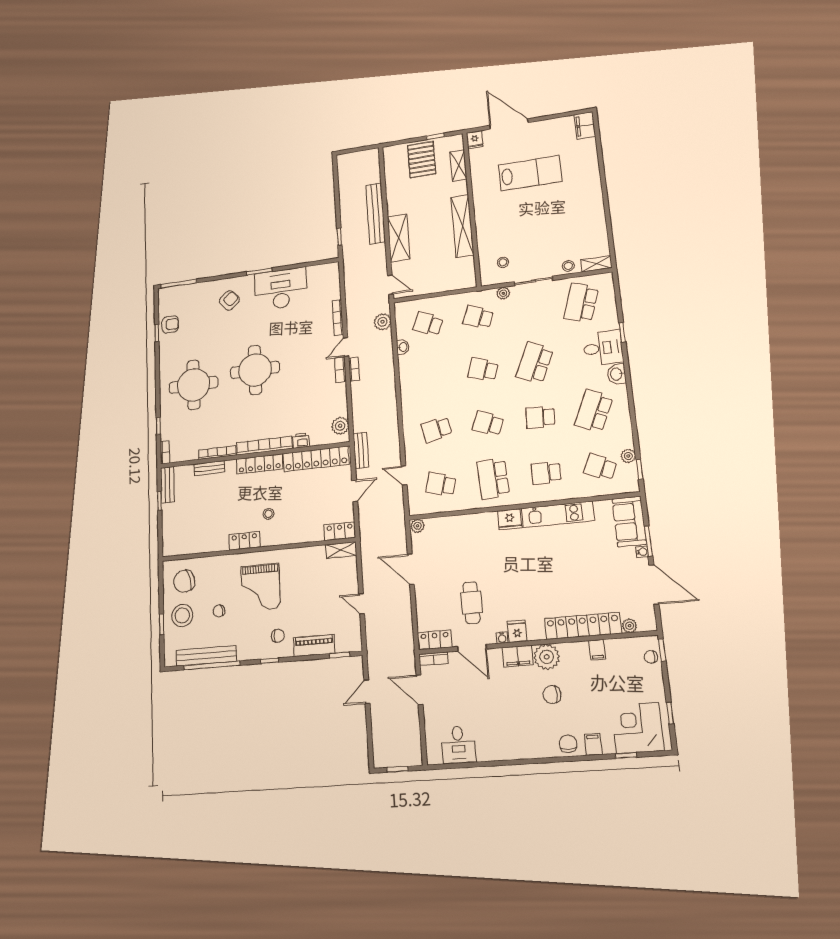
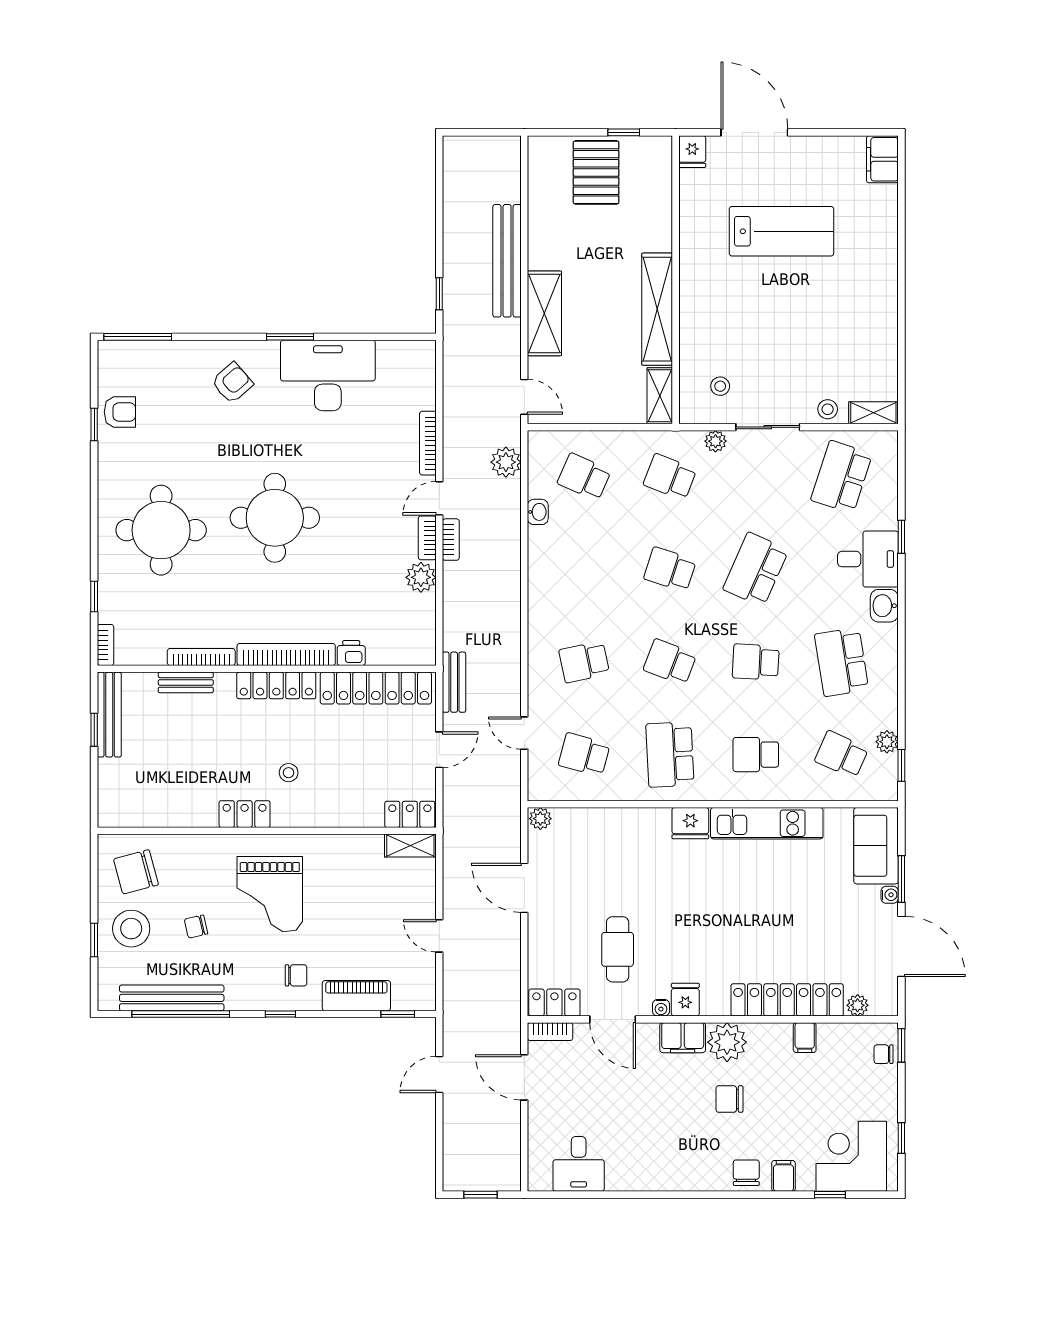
shelving: (458, 165) -> (660, 396), moved
school desk: (594, 411) -> (842, 662), turned -33
plant: (340, 426) -> (421, 577), moved
bench: (168, 485) -> (109, 715), width x1.36

